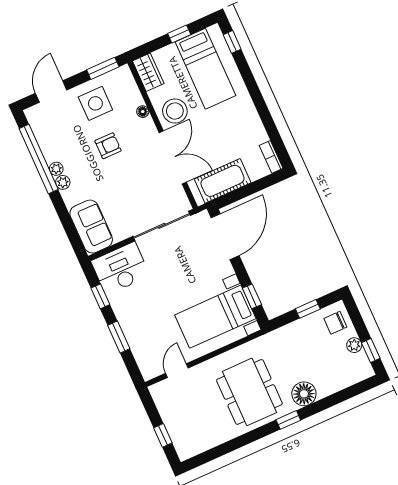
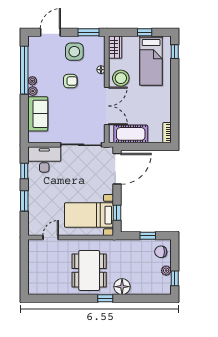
sofa: (91, 227) -> (38, 114), moved
window: (163, 435) -> (24, 273), removed

